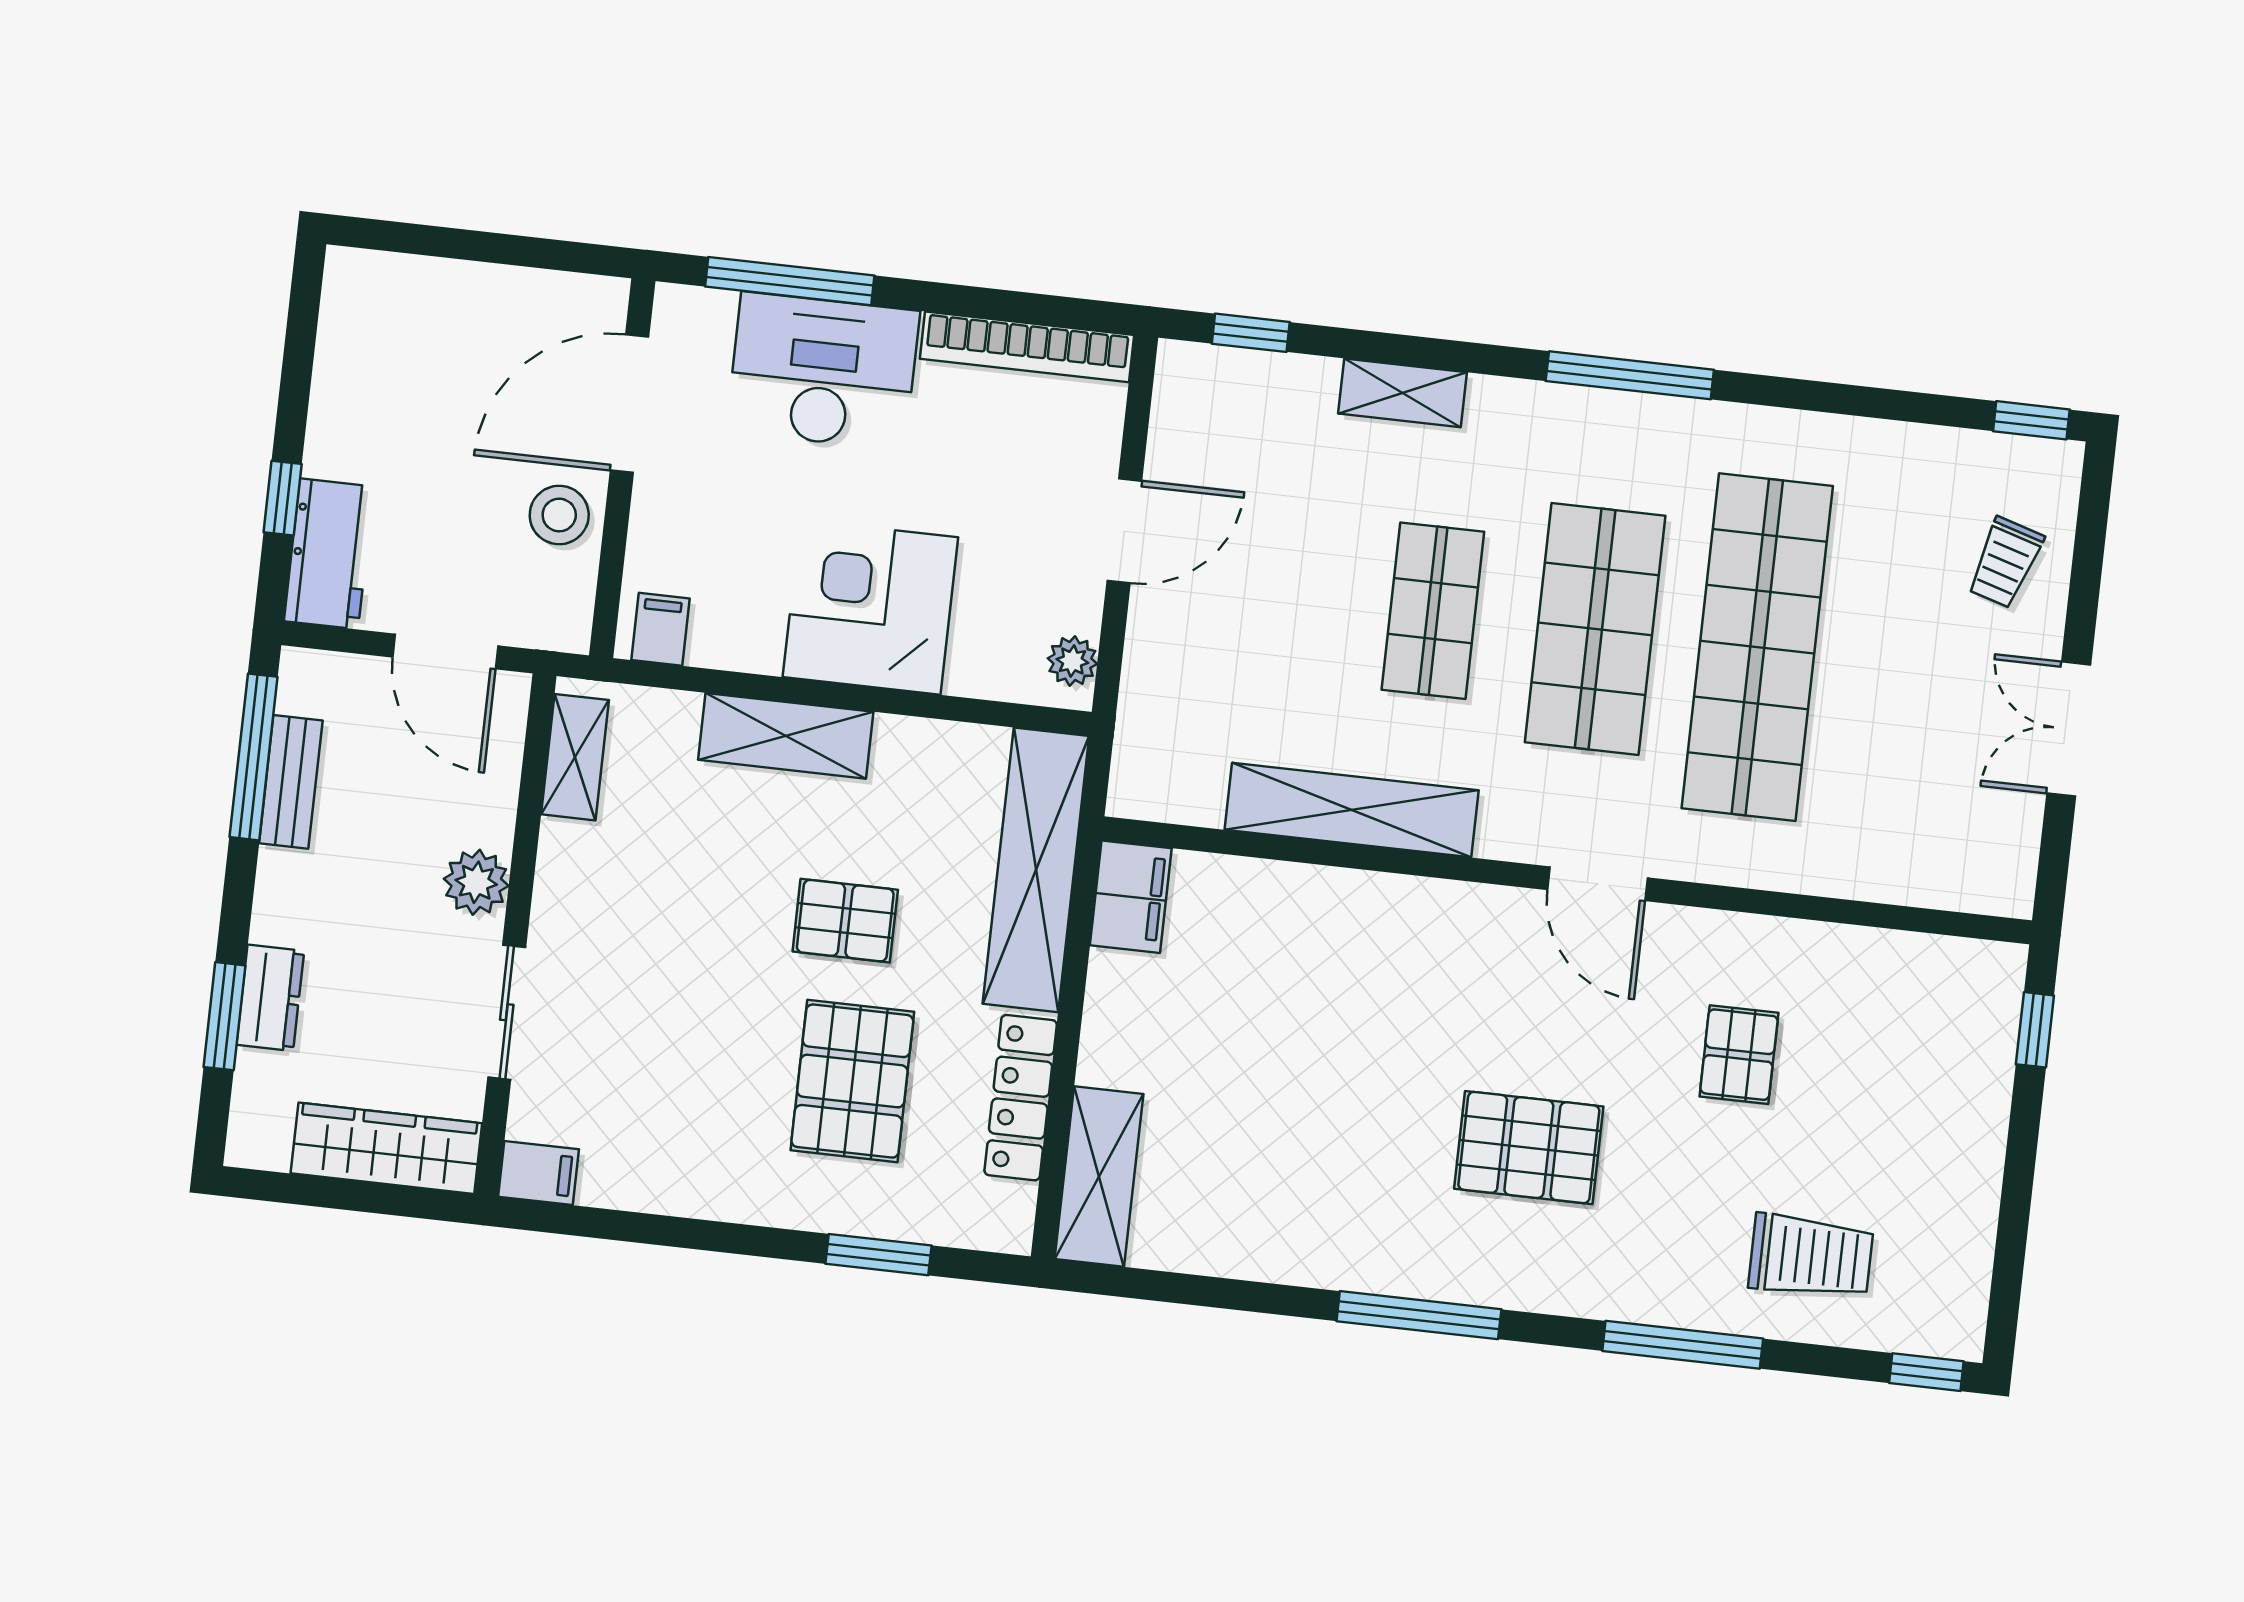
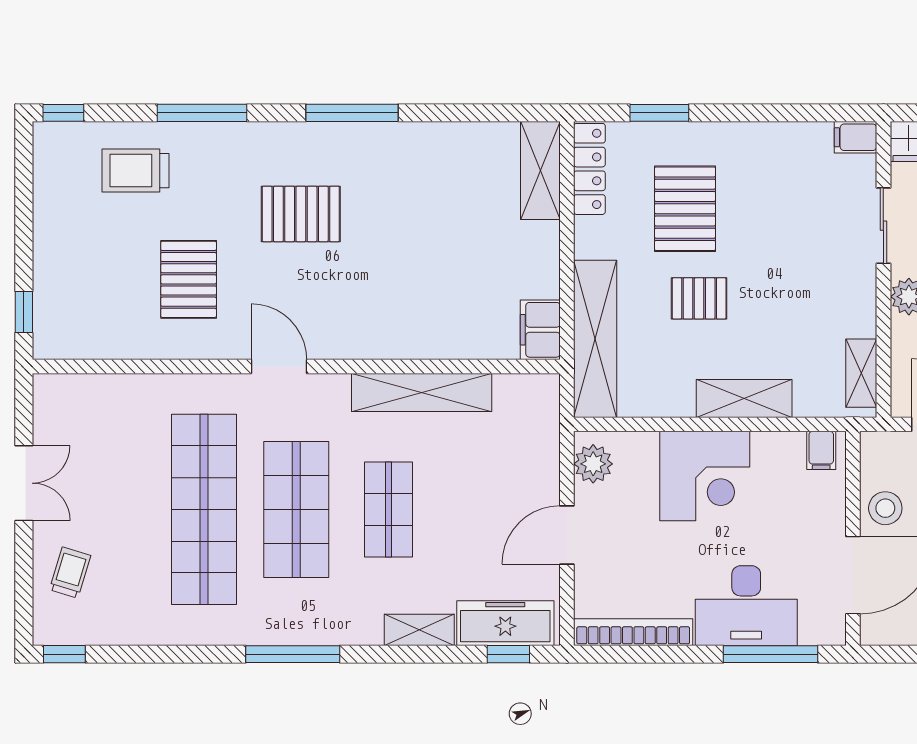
freezer: (1250, 388) -> (505, 623), added
plant: (1072, 661) -> (593, 464), width x1.38, depth x1.38
pallet: (1739, 1055) -> (189, 279), width x1.50, depth x1.42
locker: (1021, 1098) -> (589, 169), moved

